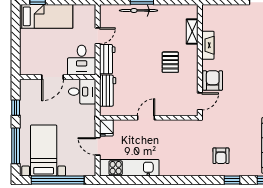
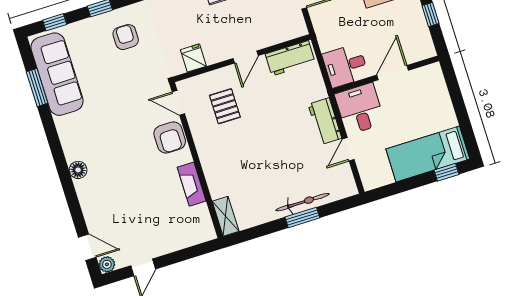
shelving: (192, 32) -> (226, 216), moved
pallet: (170, 62) -> (225, 106), moved
workbench: (108, 91) -> (290, 58), moved, turned -90
door: (200, 101) -> (178, 103), hinge flipped
fridge: (106, 128) -> (193, 58), moved

